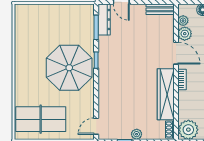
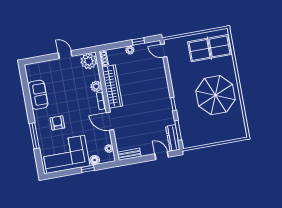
plant: (185, 34) -> (96, 86), moved
parasol: (69, 68) -> (216, 95), moved
door: (96, 126) -> (164, 51), swing flipped

